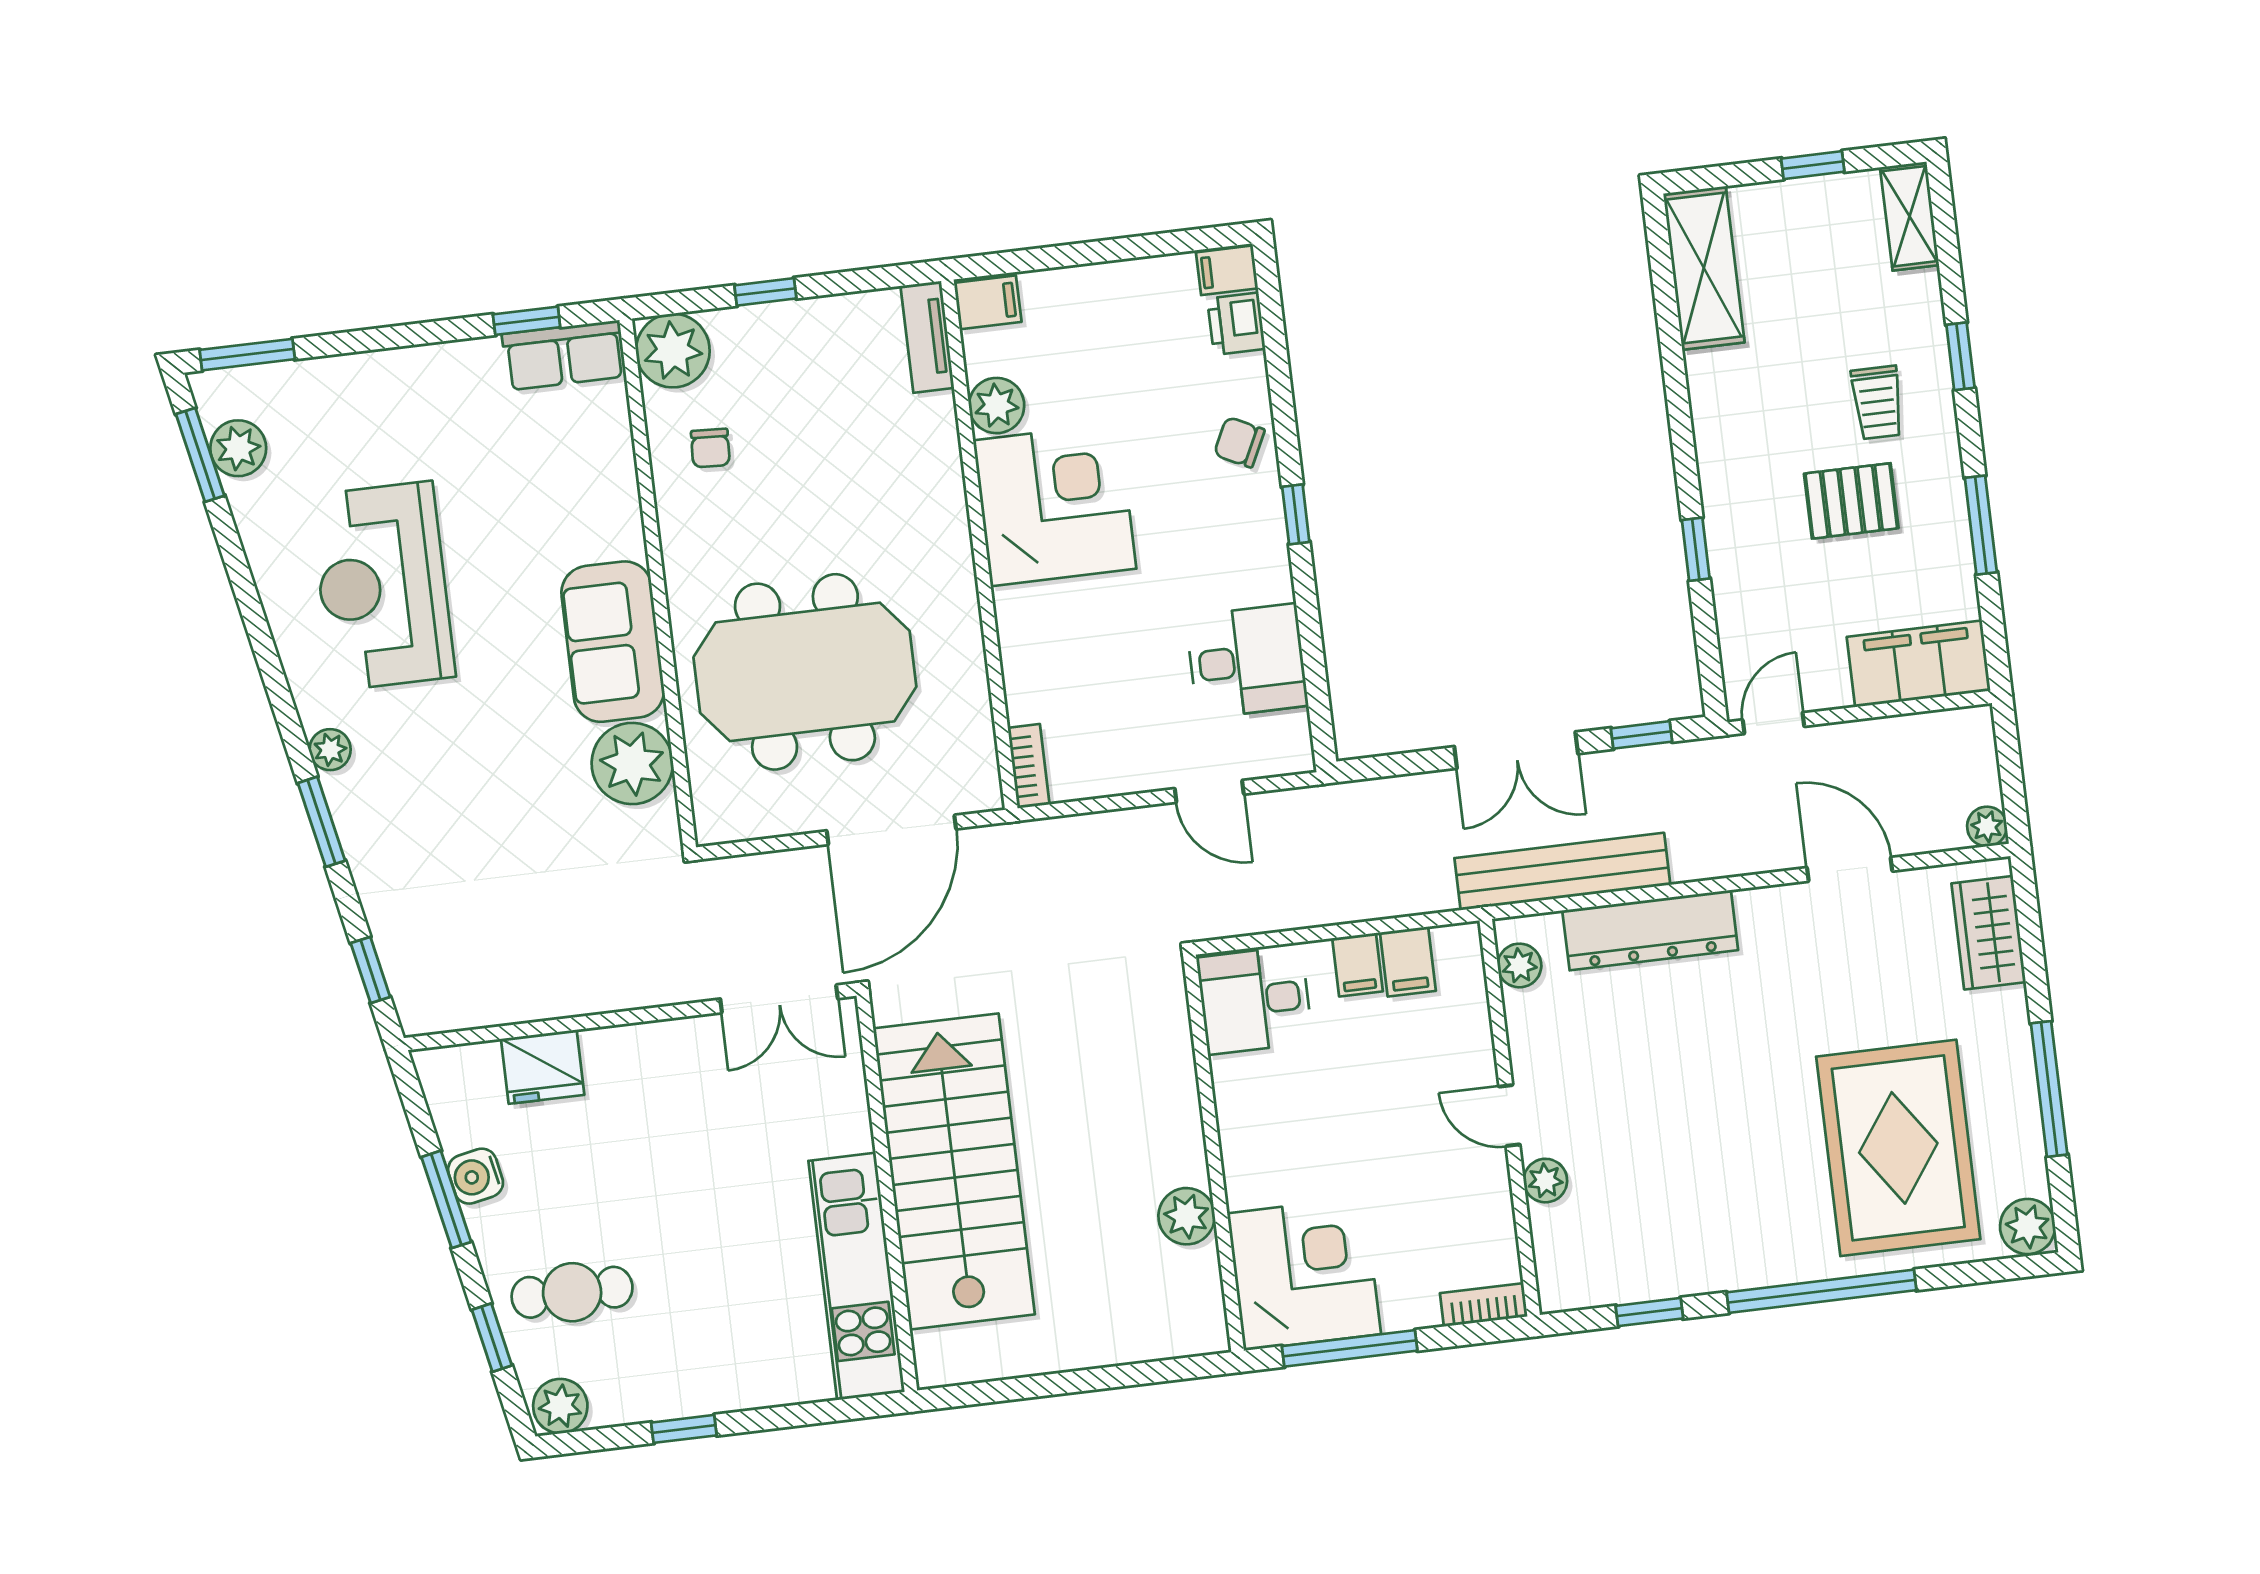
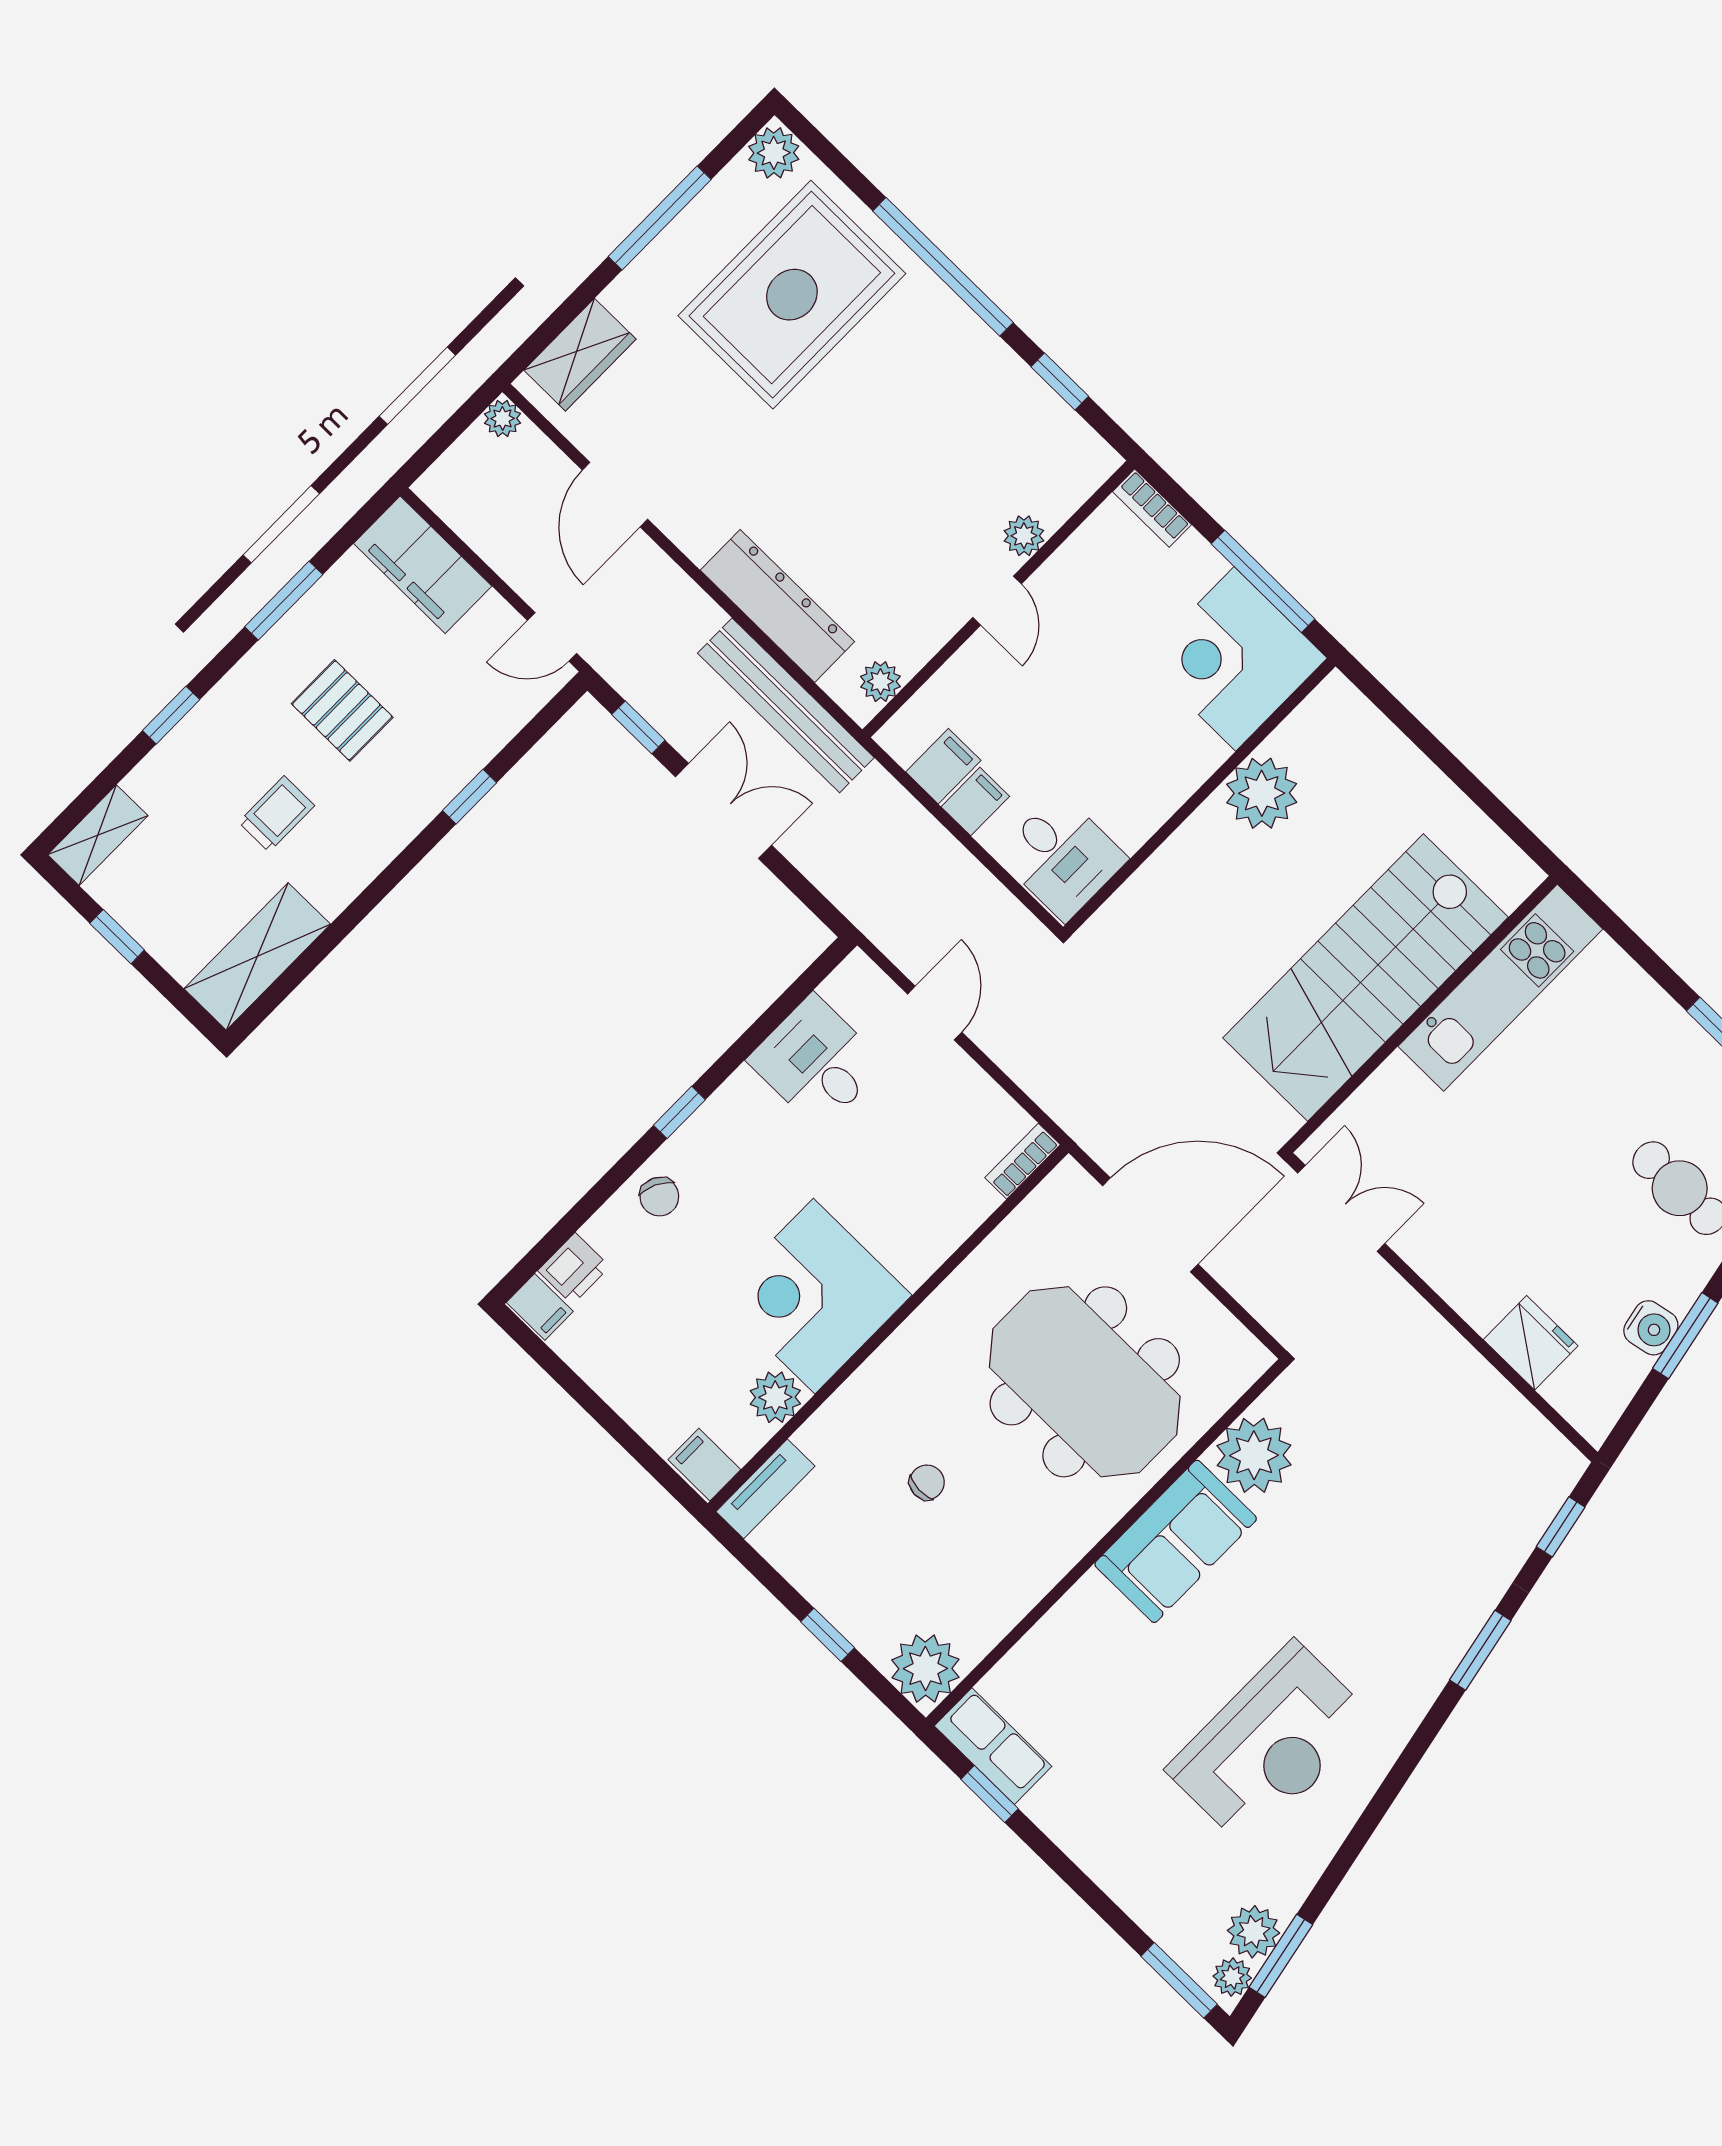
trolley: (1877, 402) -> (277, 814), moved
chair: (710, 448) -> (927, 1482), moved
plant: (330, 750) -> (1232, 1977), moved
plant: (1187, 1216) -> (1262, 793), width x1.36, depth x1.36

